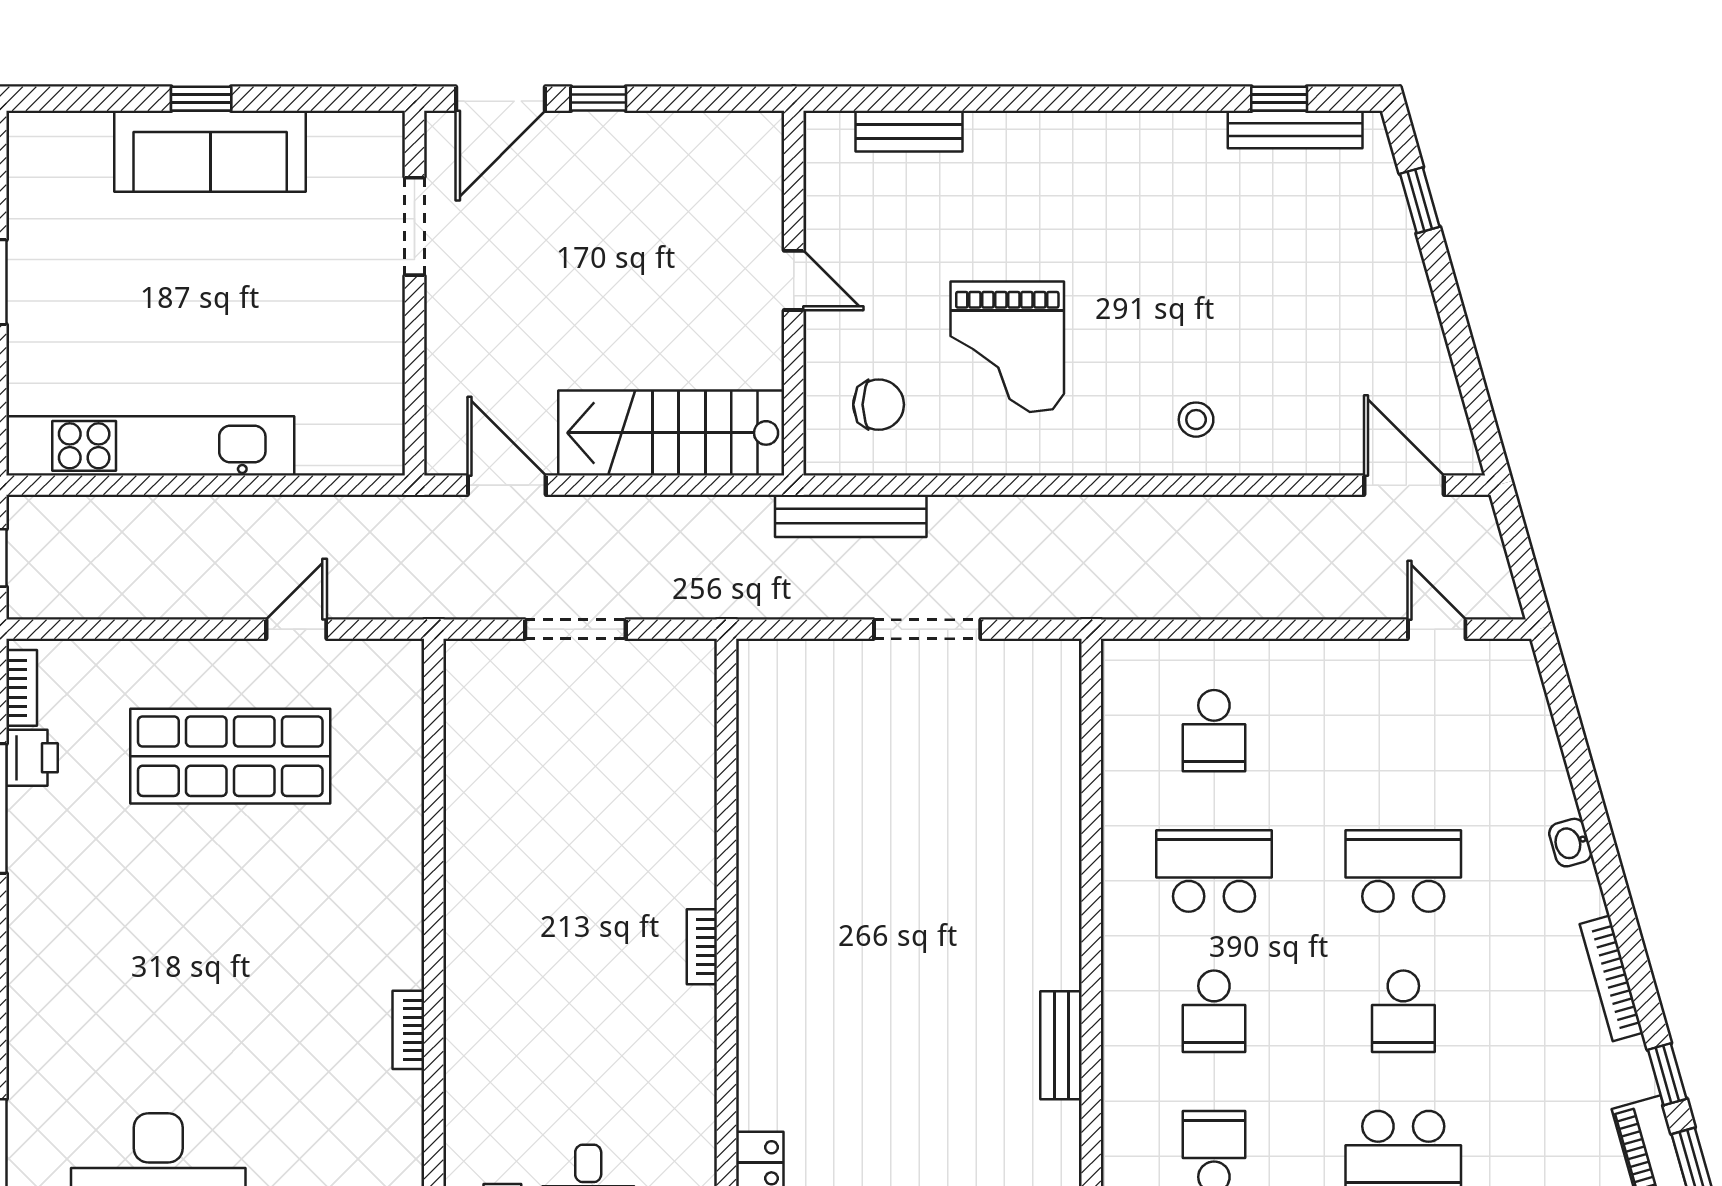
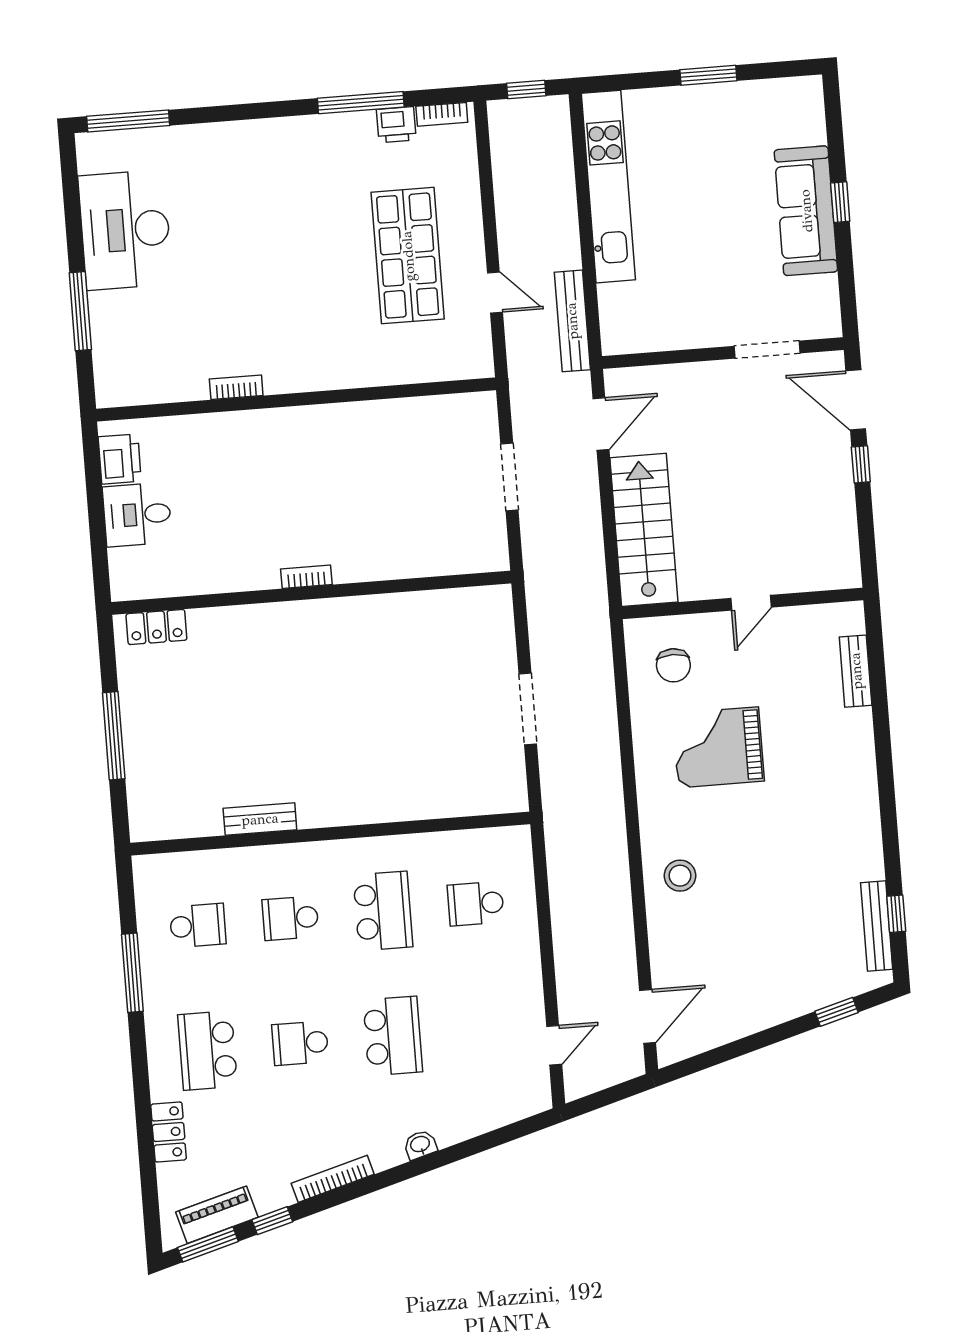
stool: (1196, 420) -> (680, 876), width x1.37, depth x1.37
bench: (851, 516) -> (572, 321), moved

